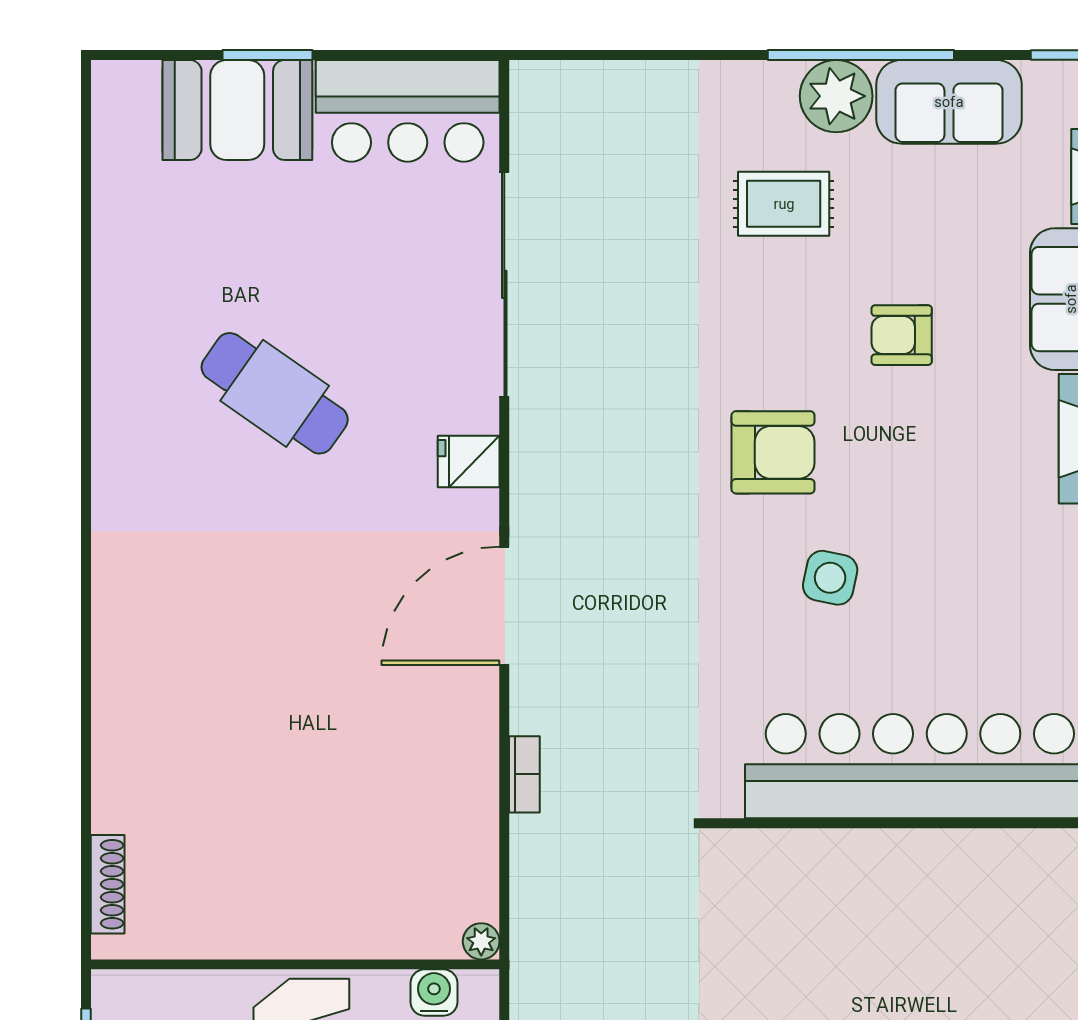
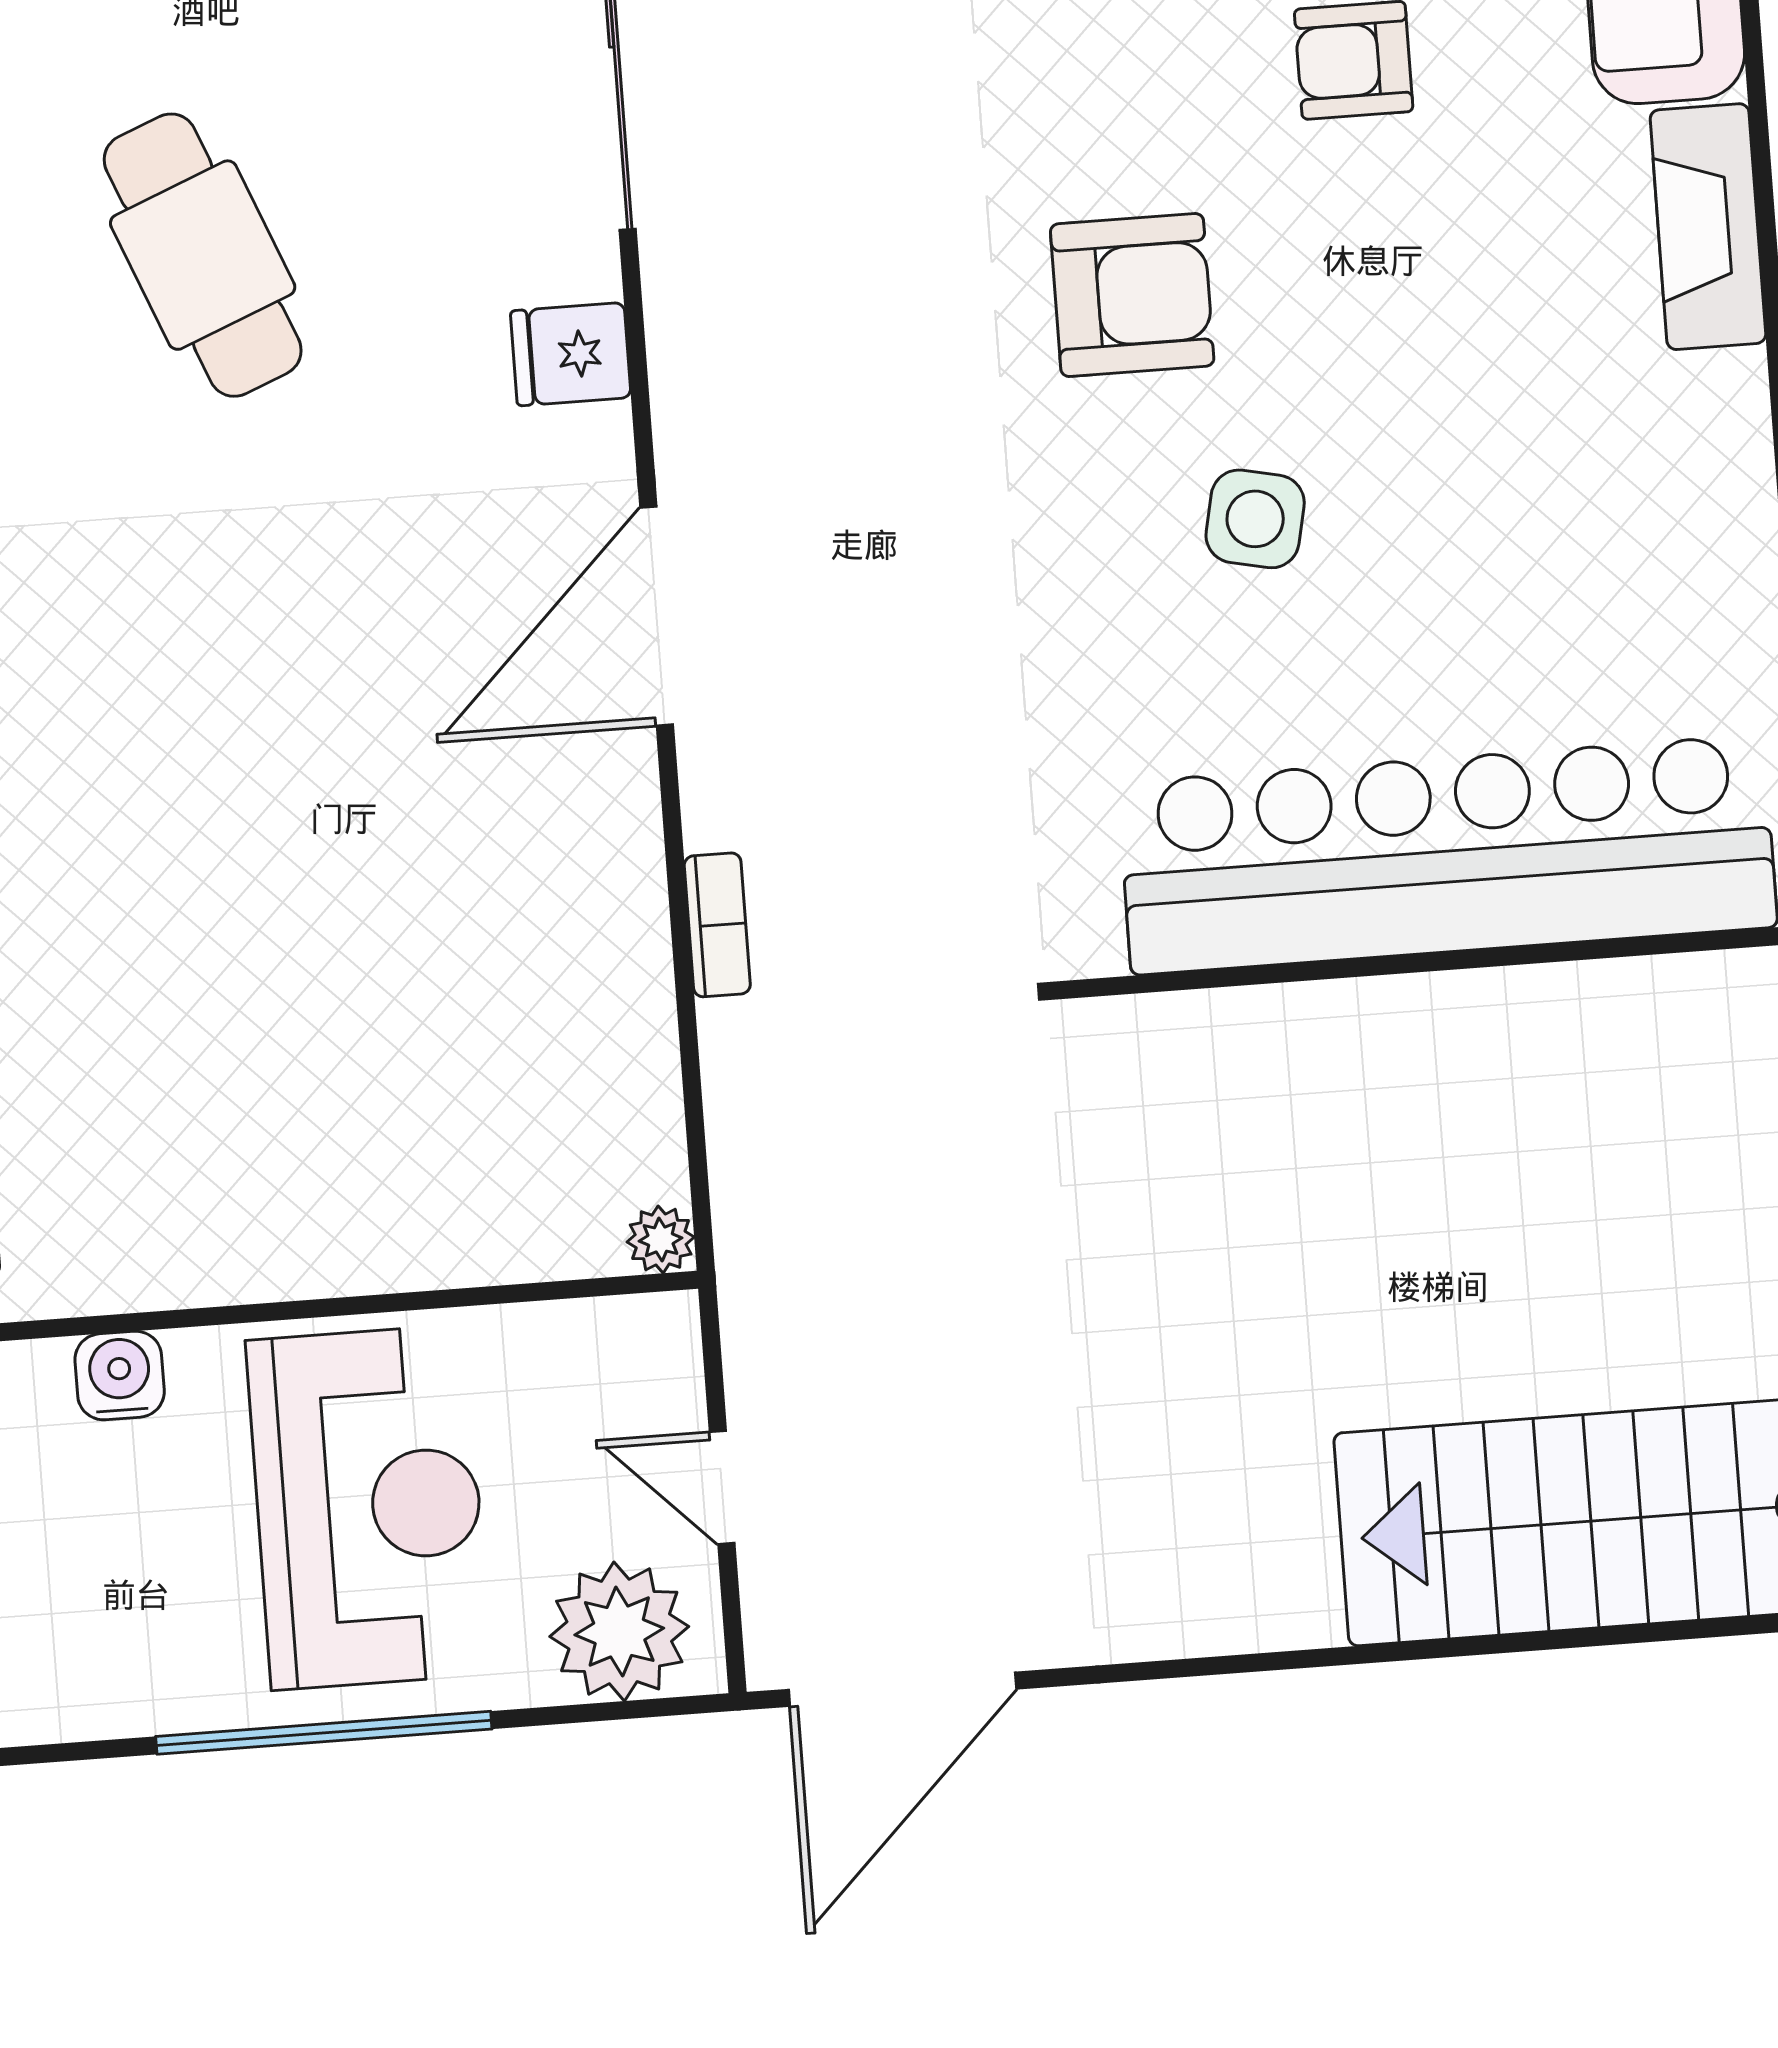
cafe table: (275, 393) -> (203, 255), turned 33
water cooler: (434, 993) -> (120, 1376), moved

